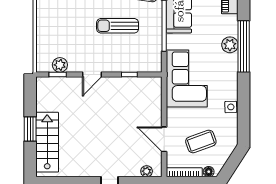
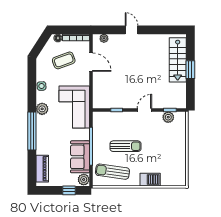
plant: (230, 45) -> (42, 109), moved

